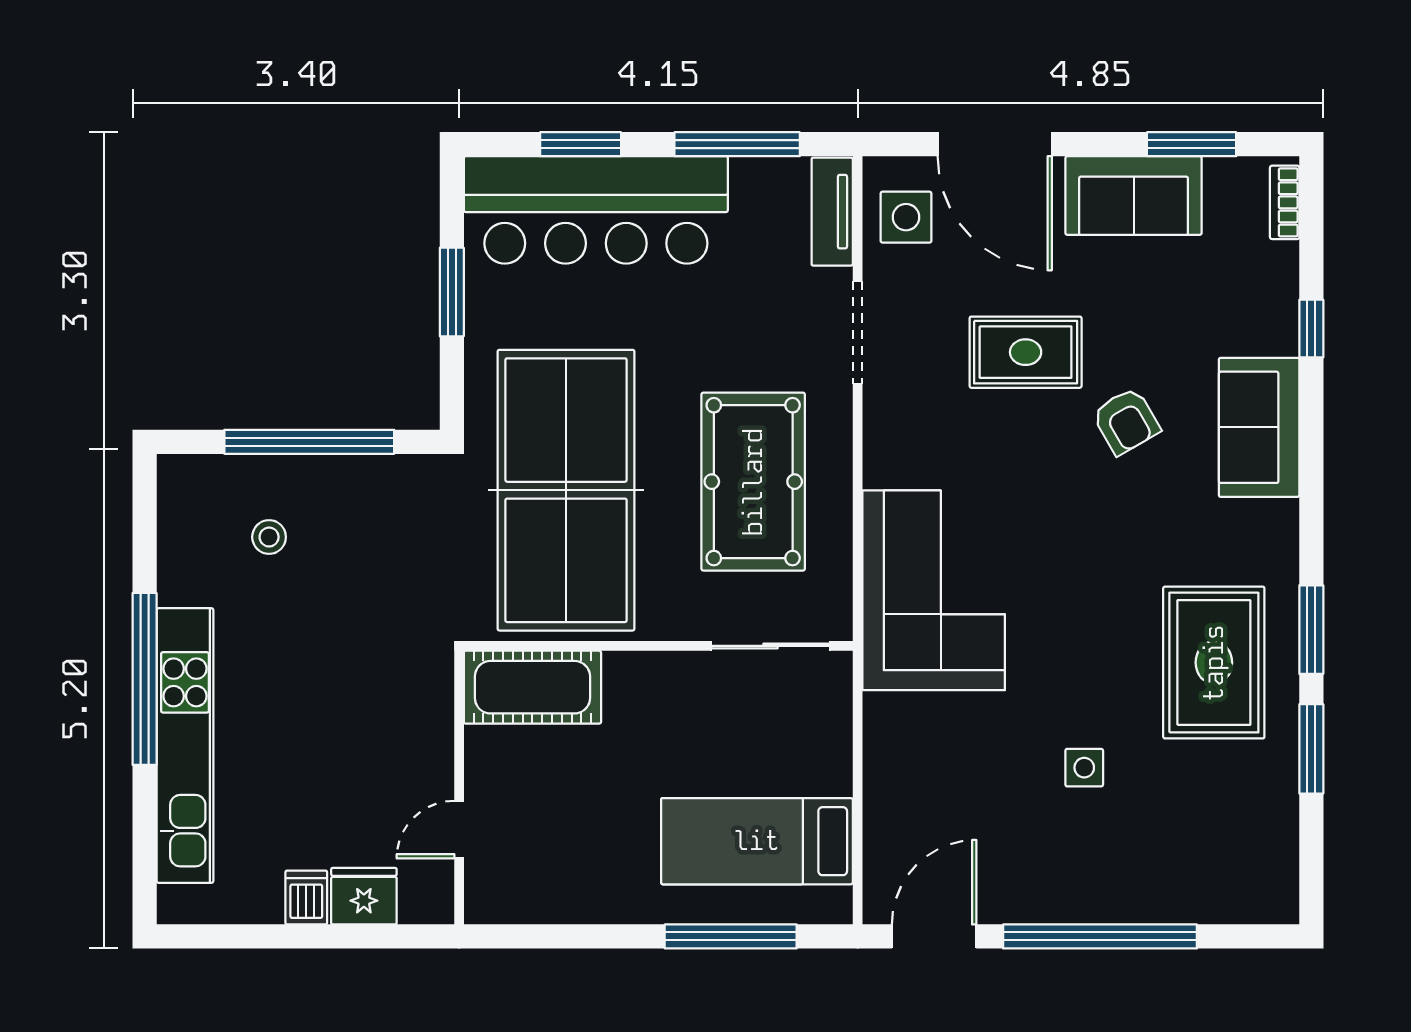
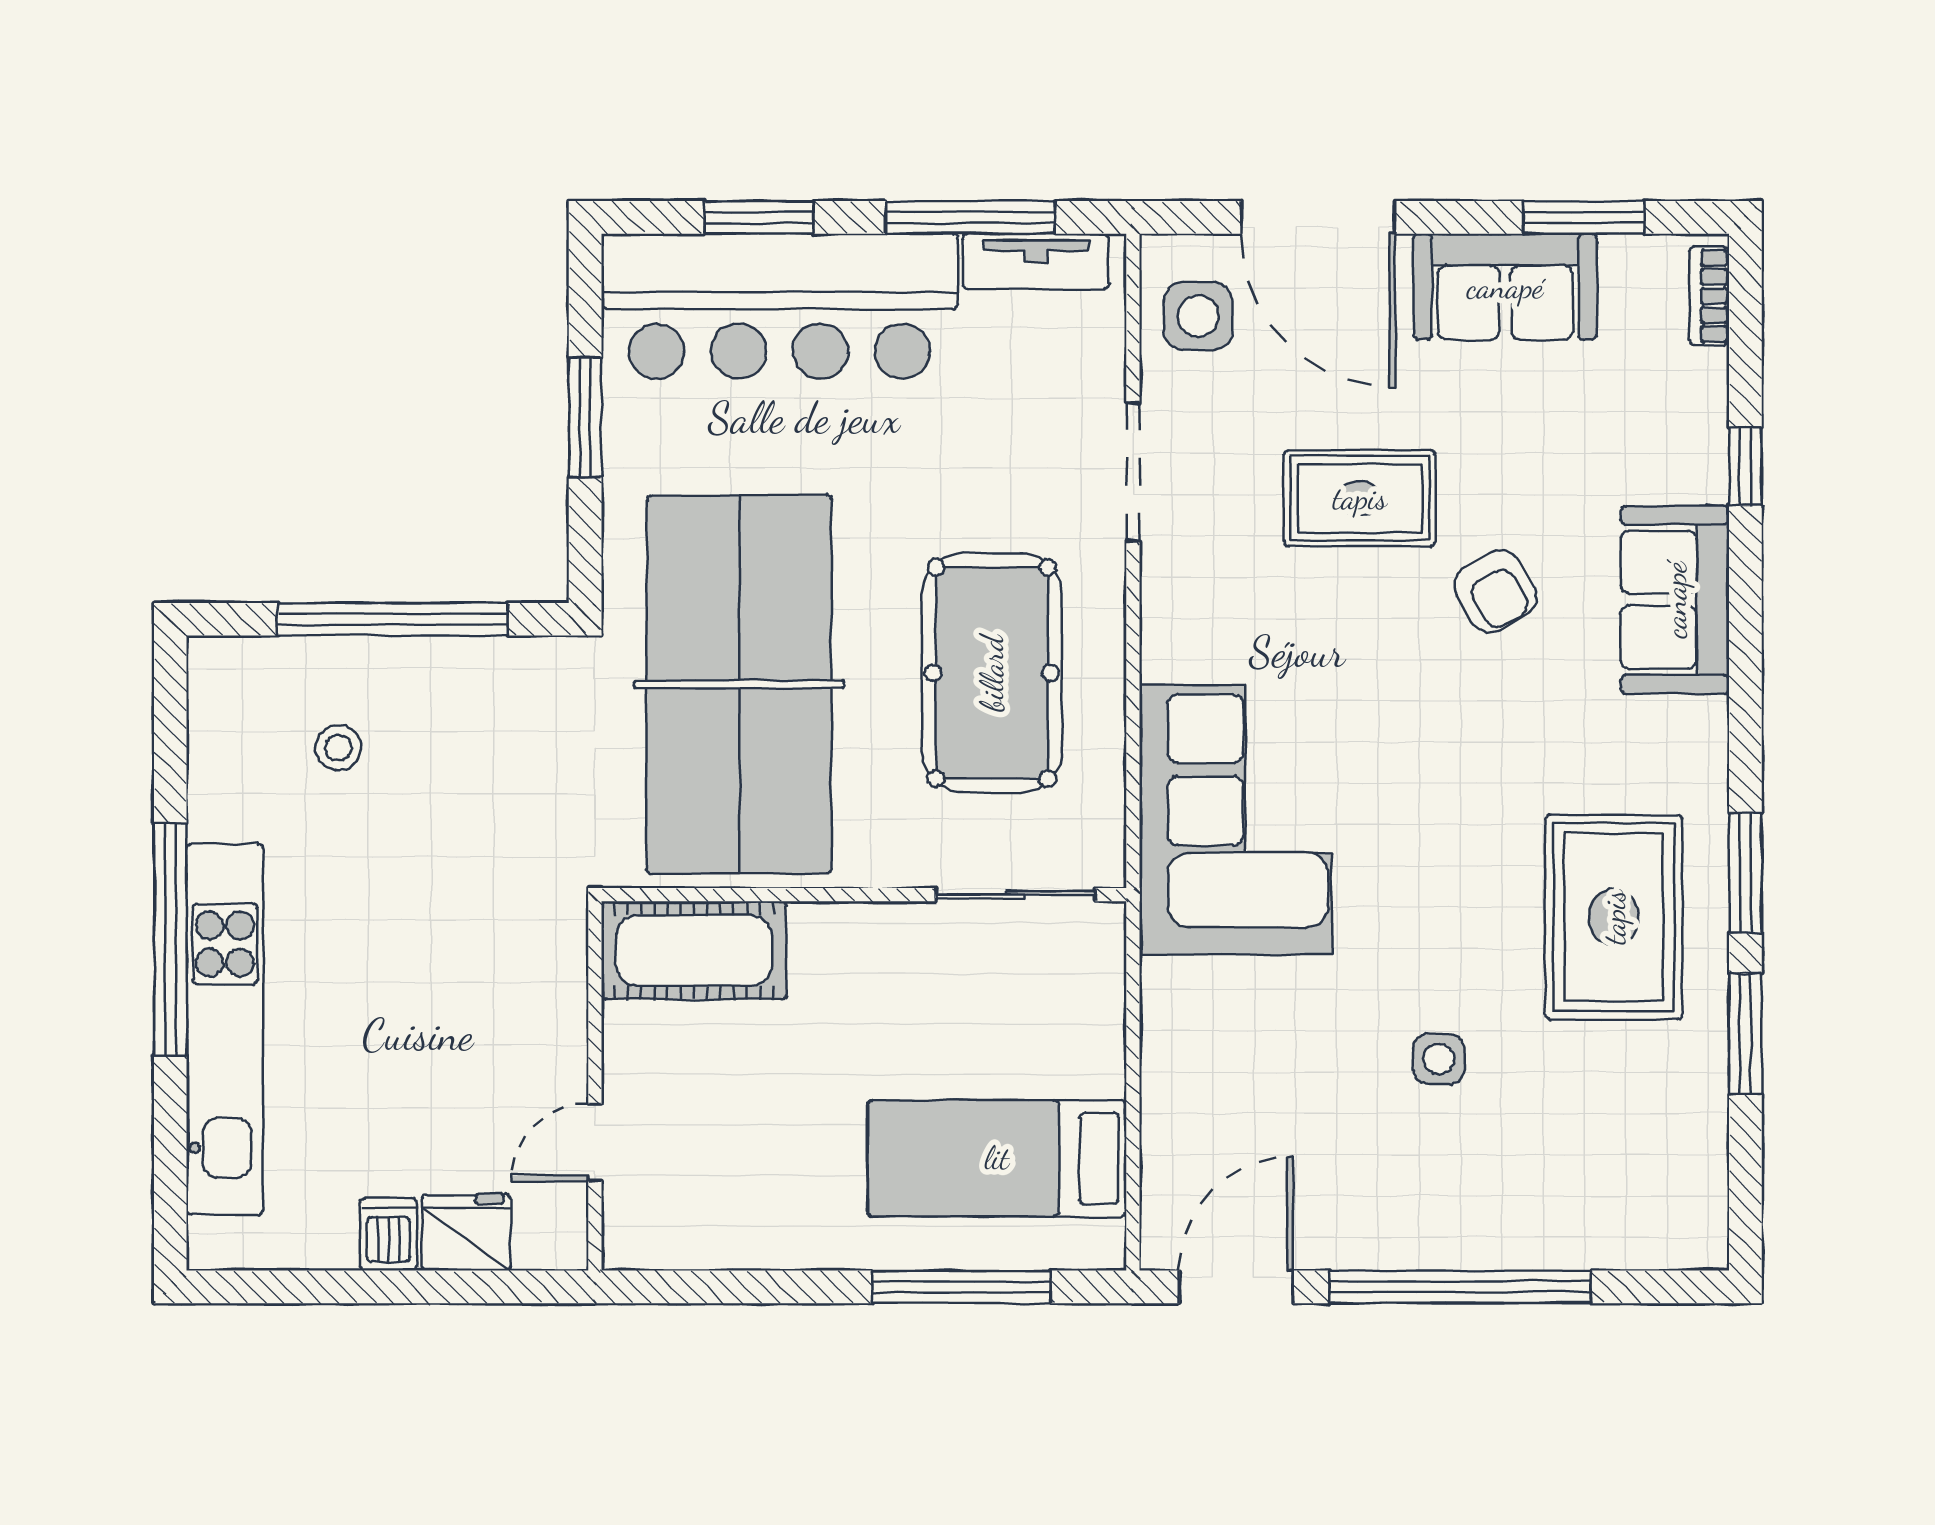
tv unit: (832, 212) -> (1036, 261), moved, turned -90

